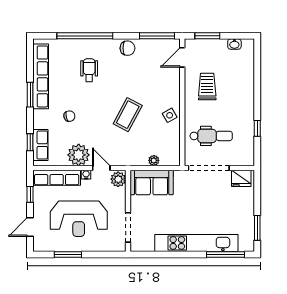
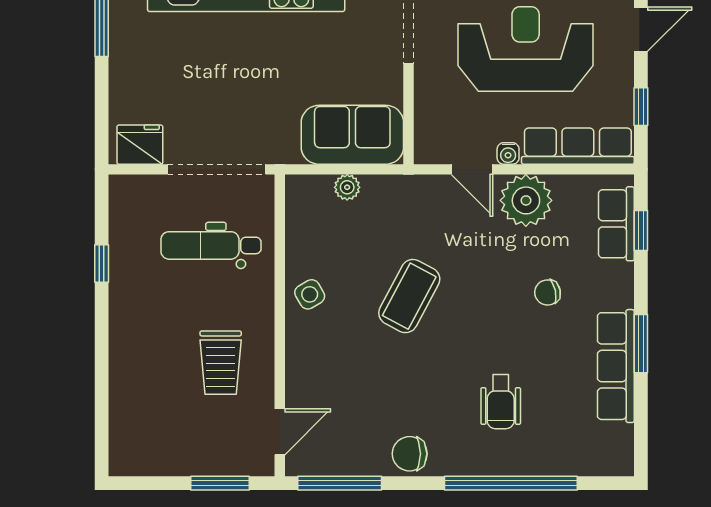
washbasin: (234, 44) -> (156, 464), removed
row of seats: (41, 76) -> (616, 366), width x0.73
plant: (118, 179) -> (432, 143), removed

